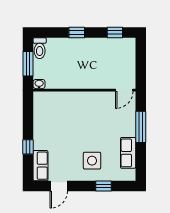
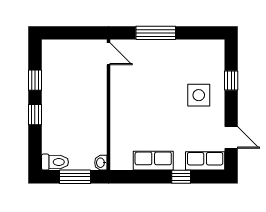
window: (115, 32) -> (35, 80), moved
row of seats: (128, 153) -> (153, 161), moved, turned 180

